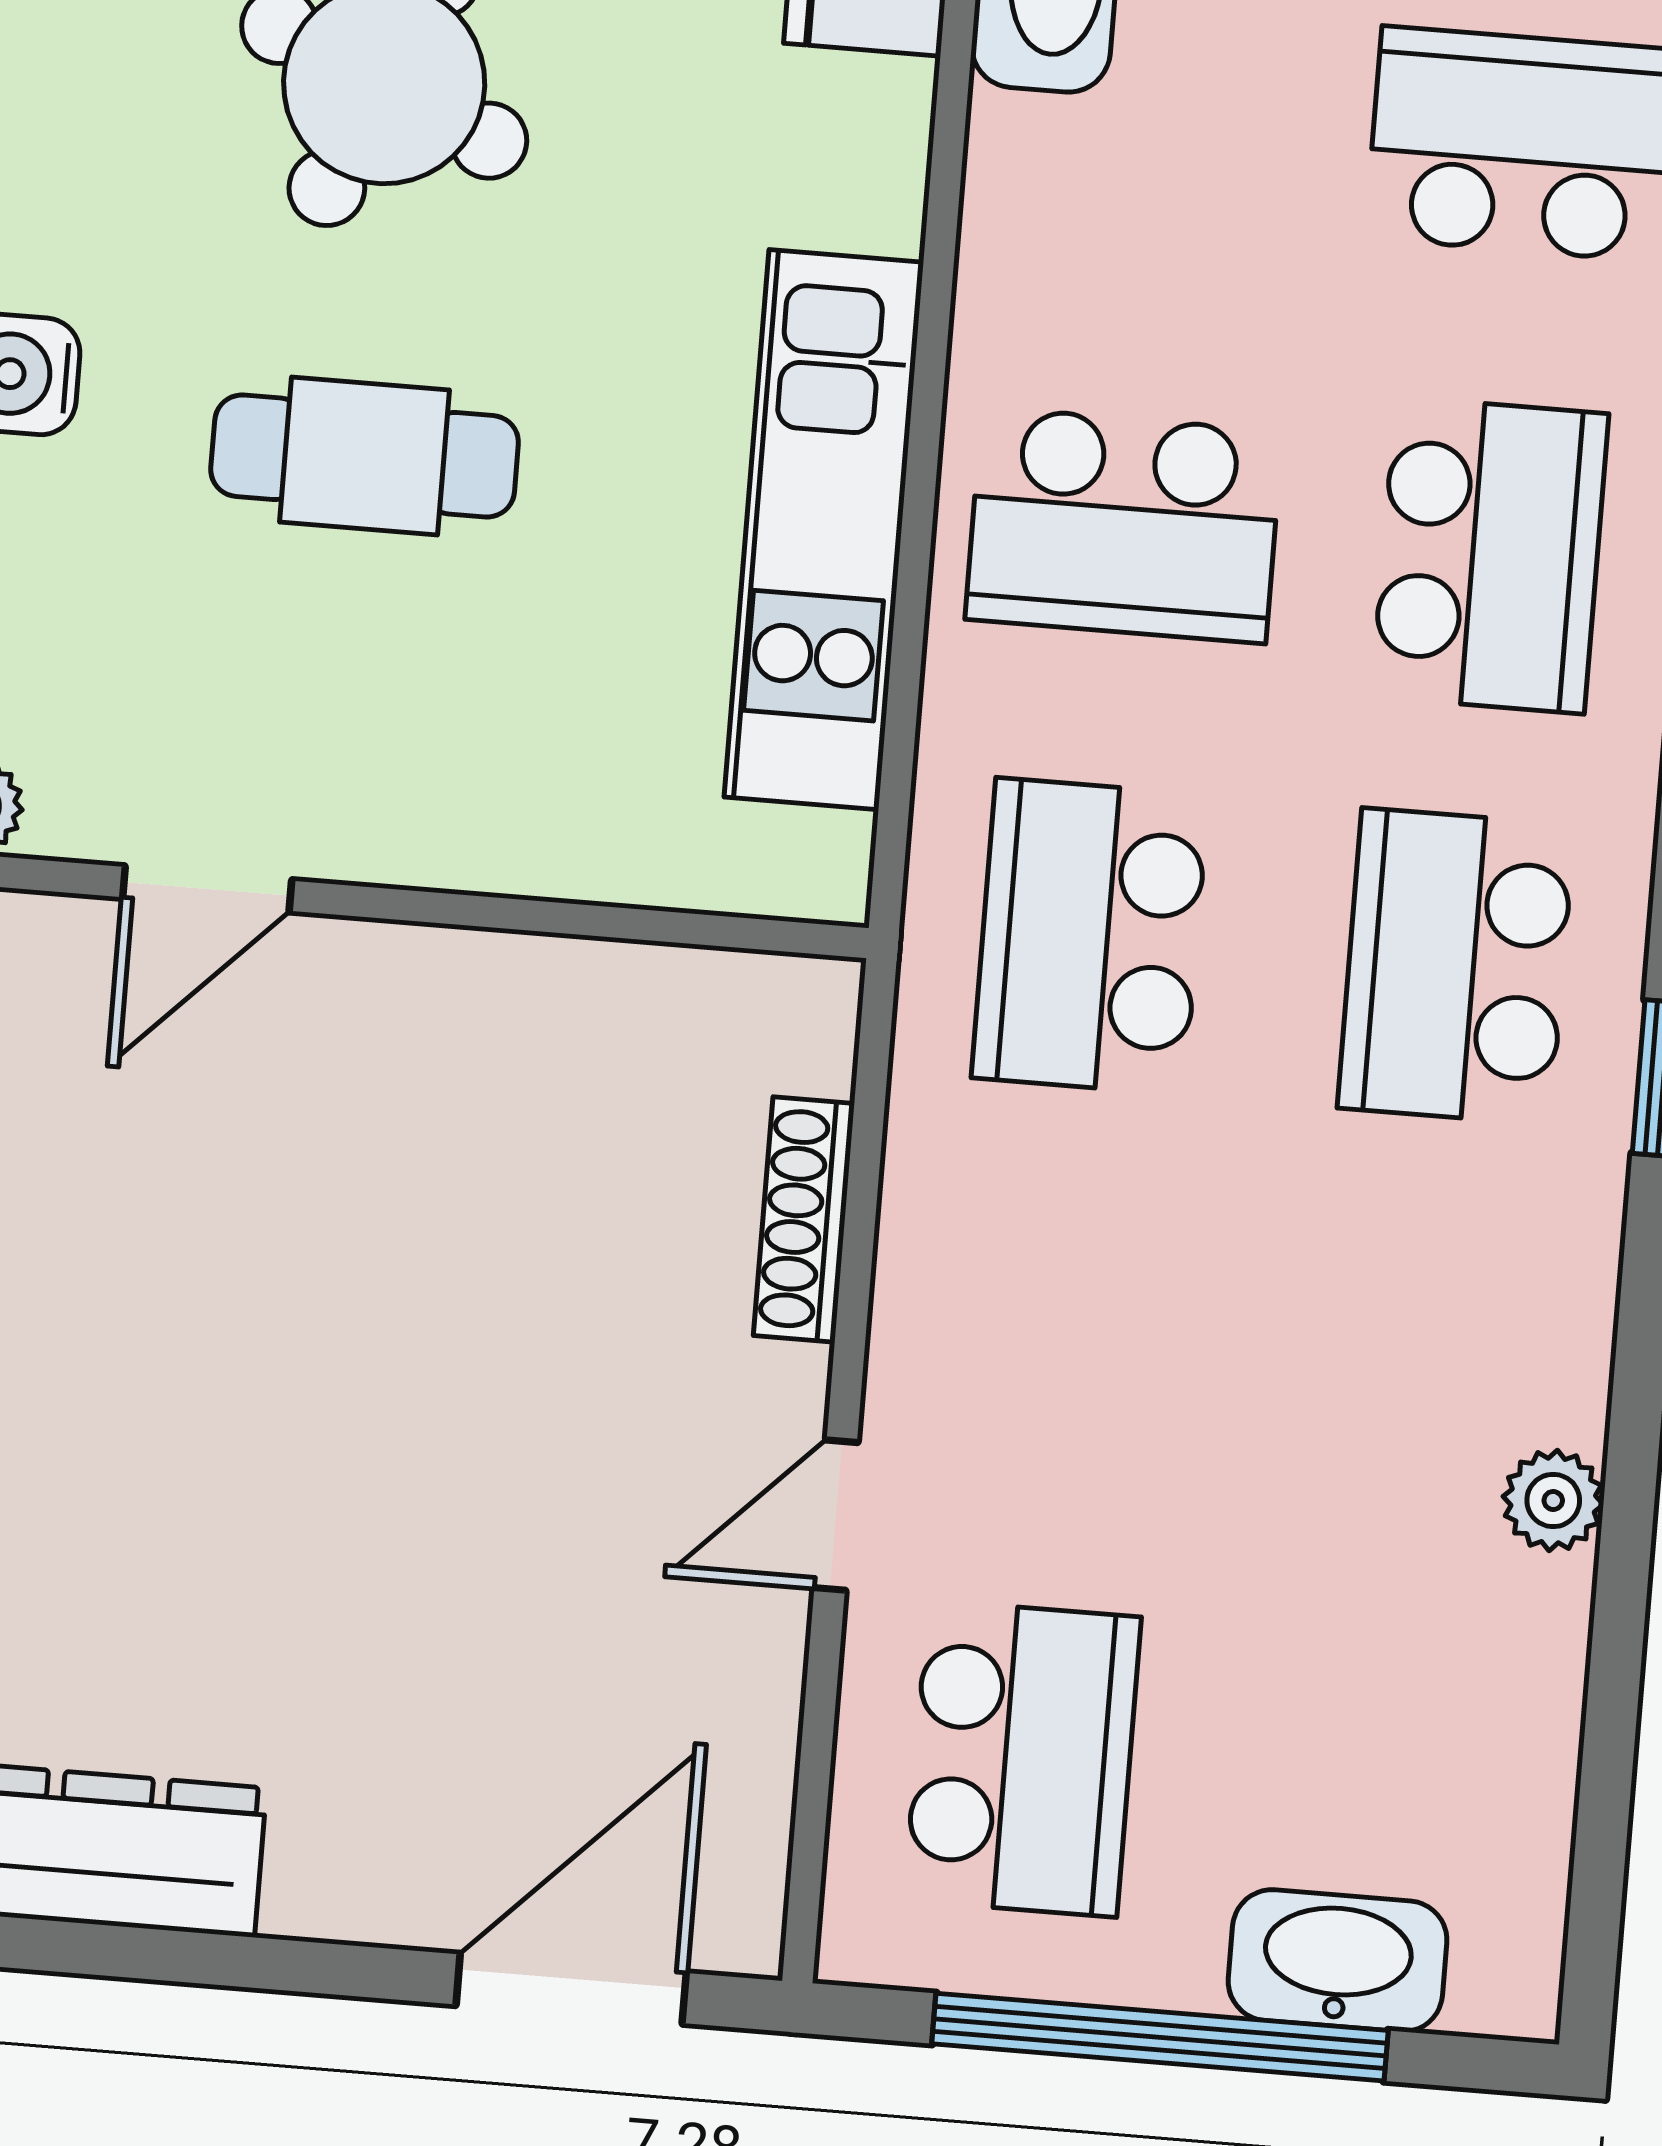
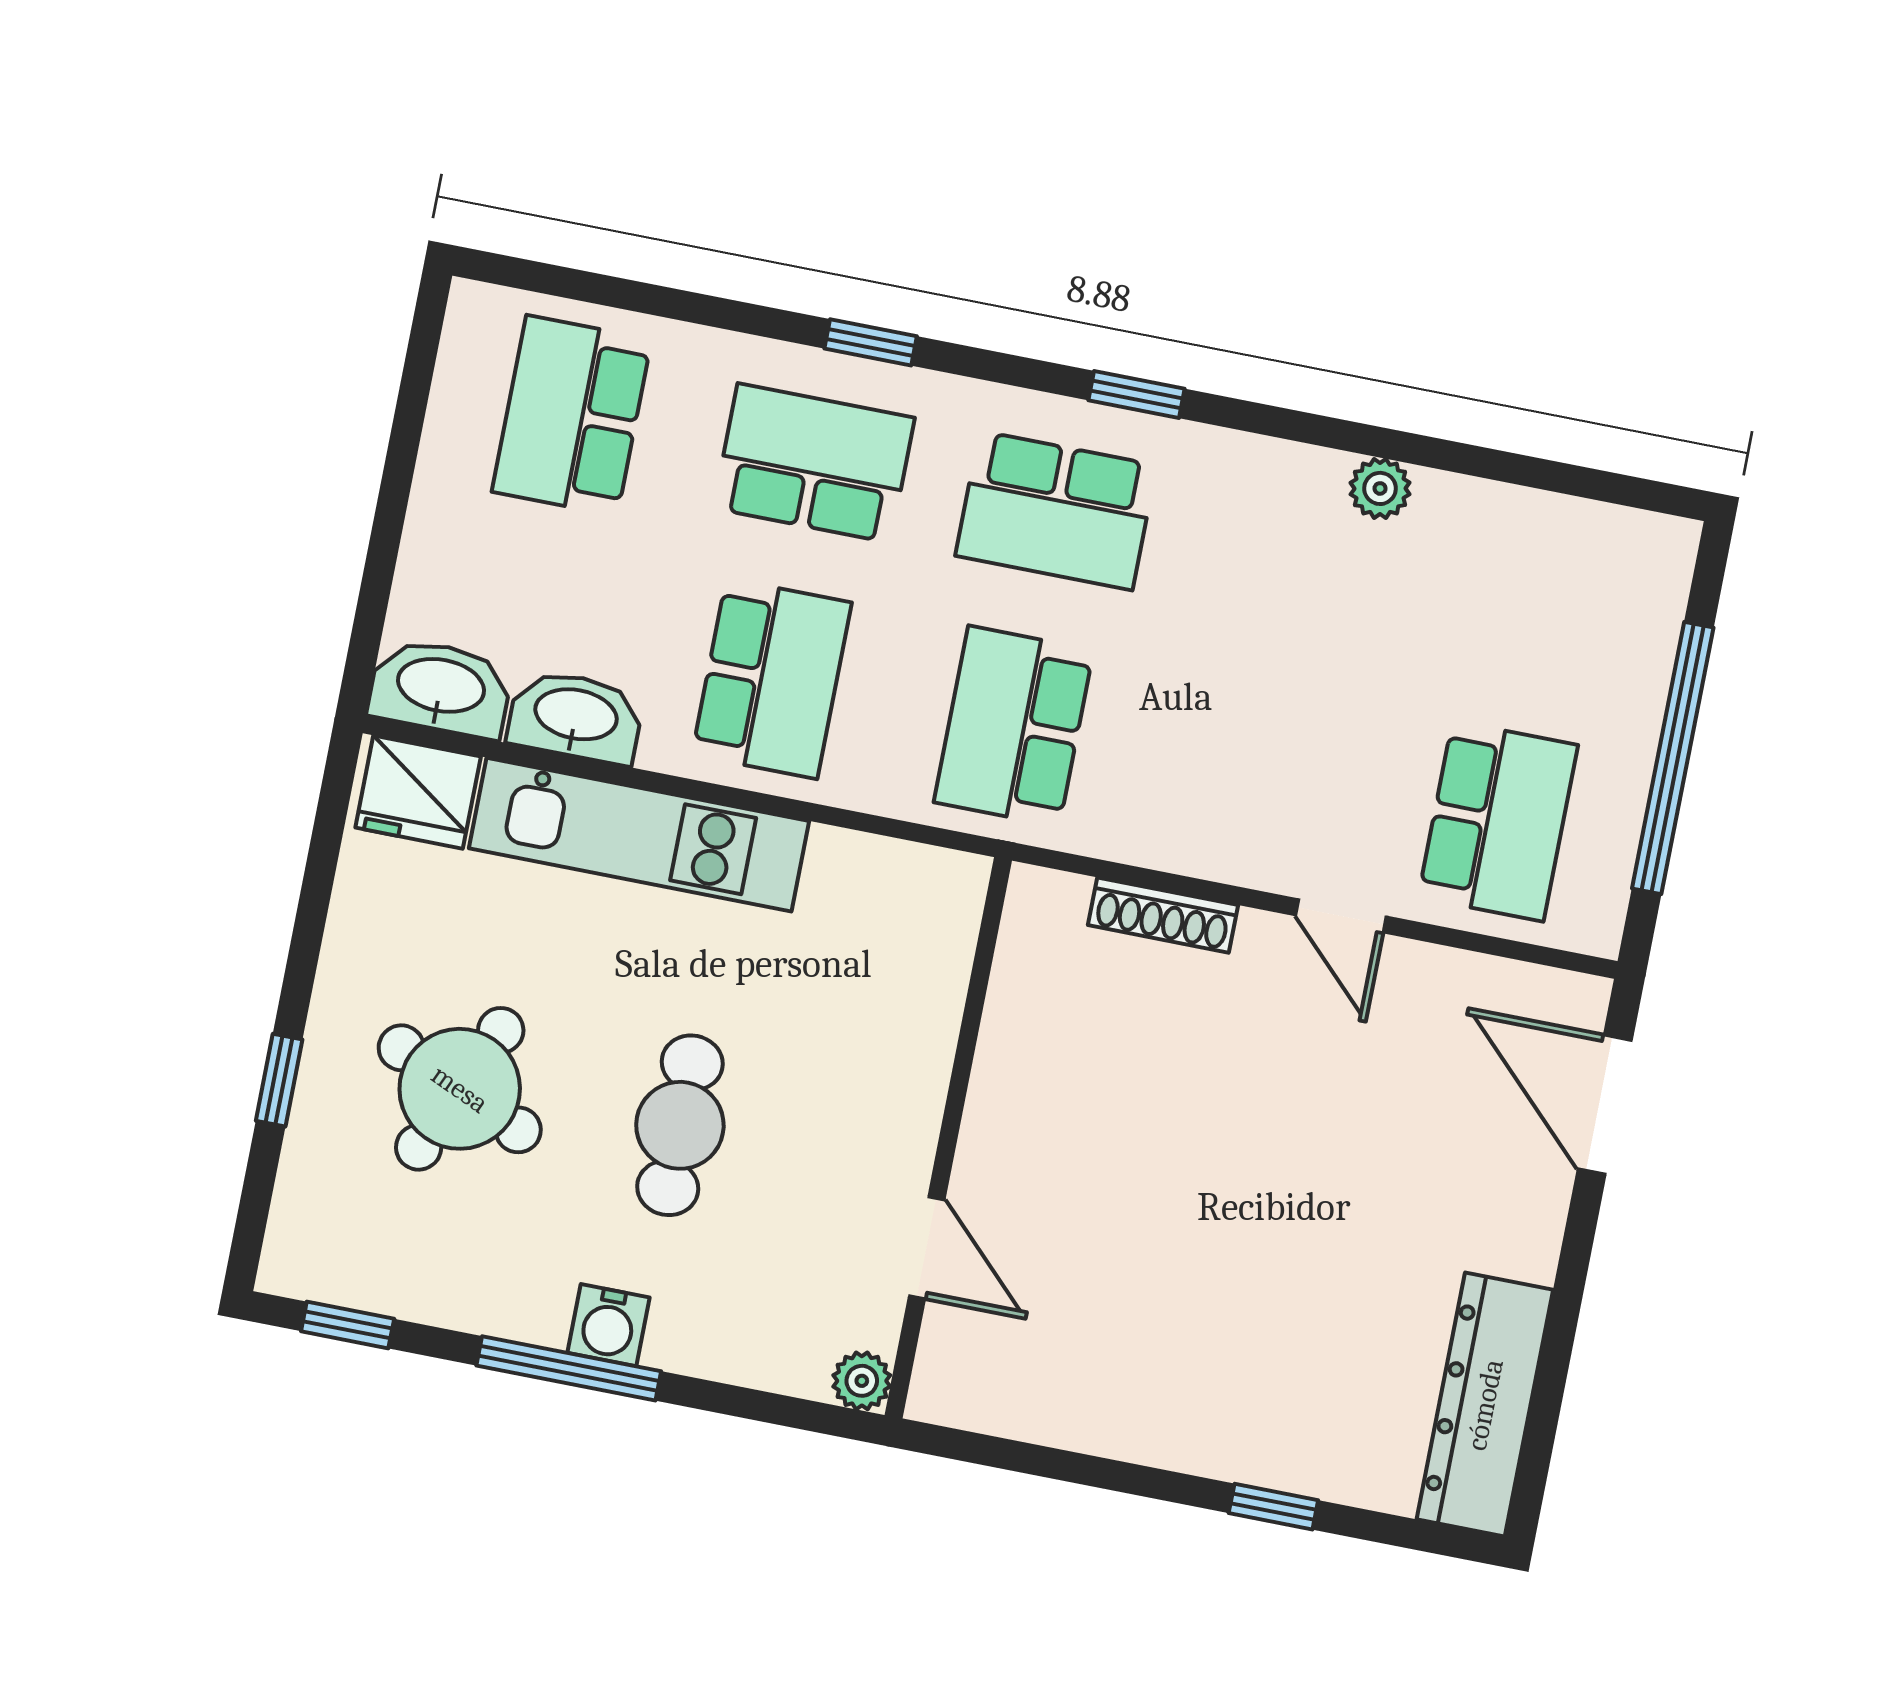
kitchen unit: (824, 530) -> (639, 835), moved
school desk: (1090, 936) -> (1014, 726), turned 90
school desk: (1023, 1759) -> (1498, 821), turned 90
washbasin: (1338, 1961) -> (576, 717), moved, turned 90

